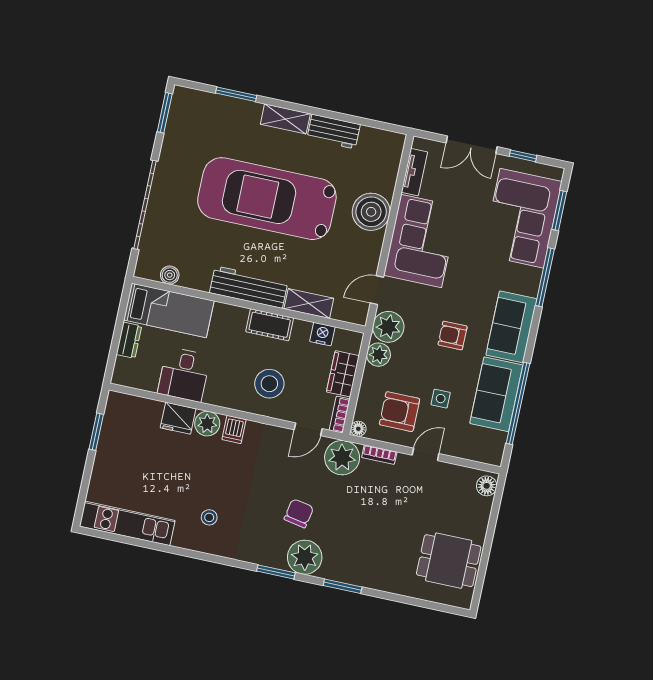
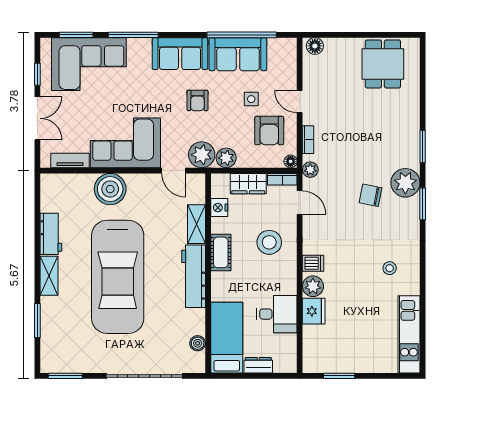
plant: (342, 458) -> (310, 170), width x0.53, depth x0.53

